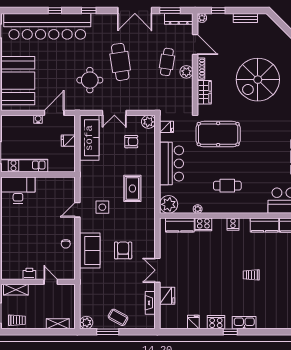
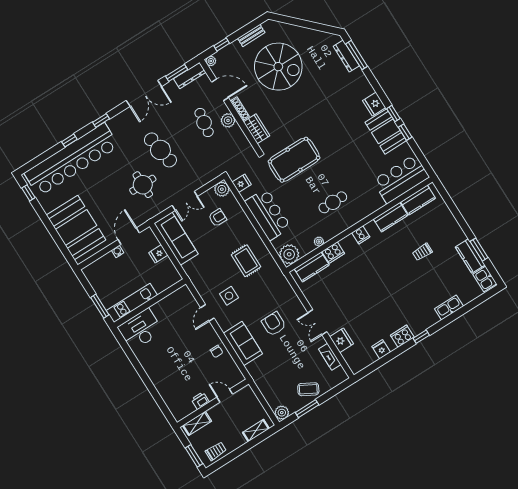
spiral stairs: (258, 80) -> (278, 67), moved, turned -90
trolley: (251, 275) -> (422, 252), moved
kitchen sink: (244, 323) -> (449, 307), moved

